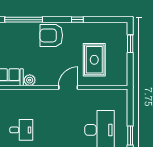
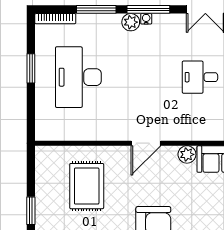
door: (68, 87) -> (146, 143), moved

